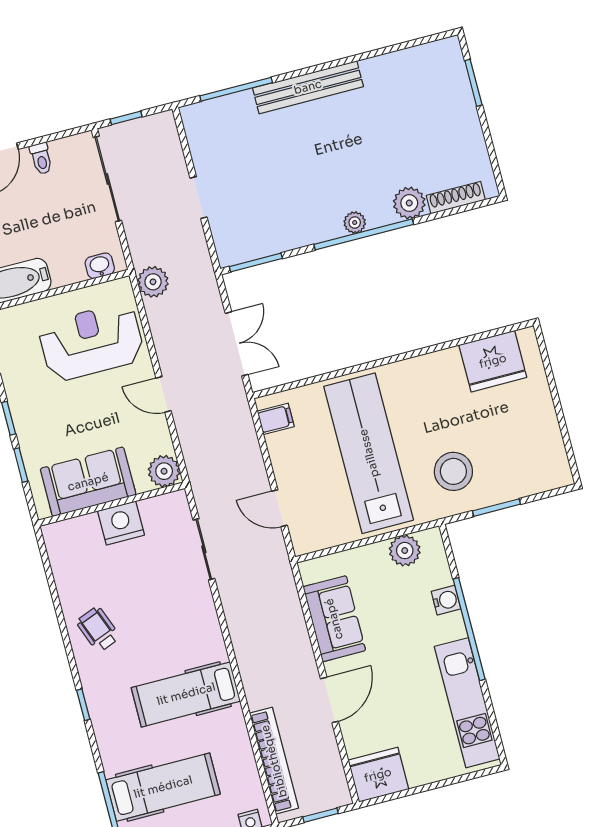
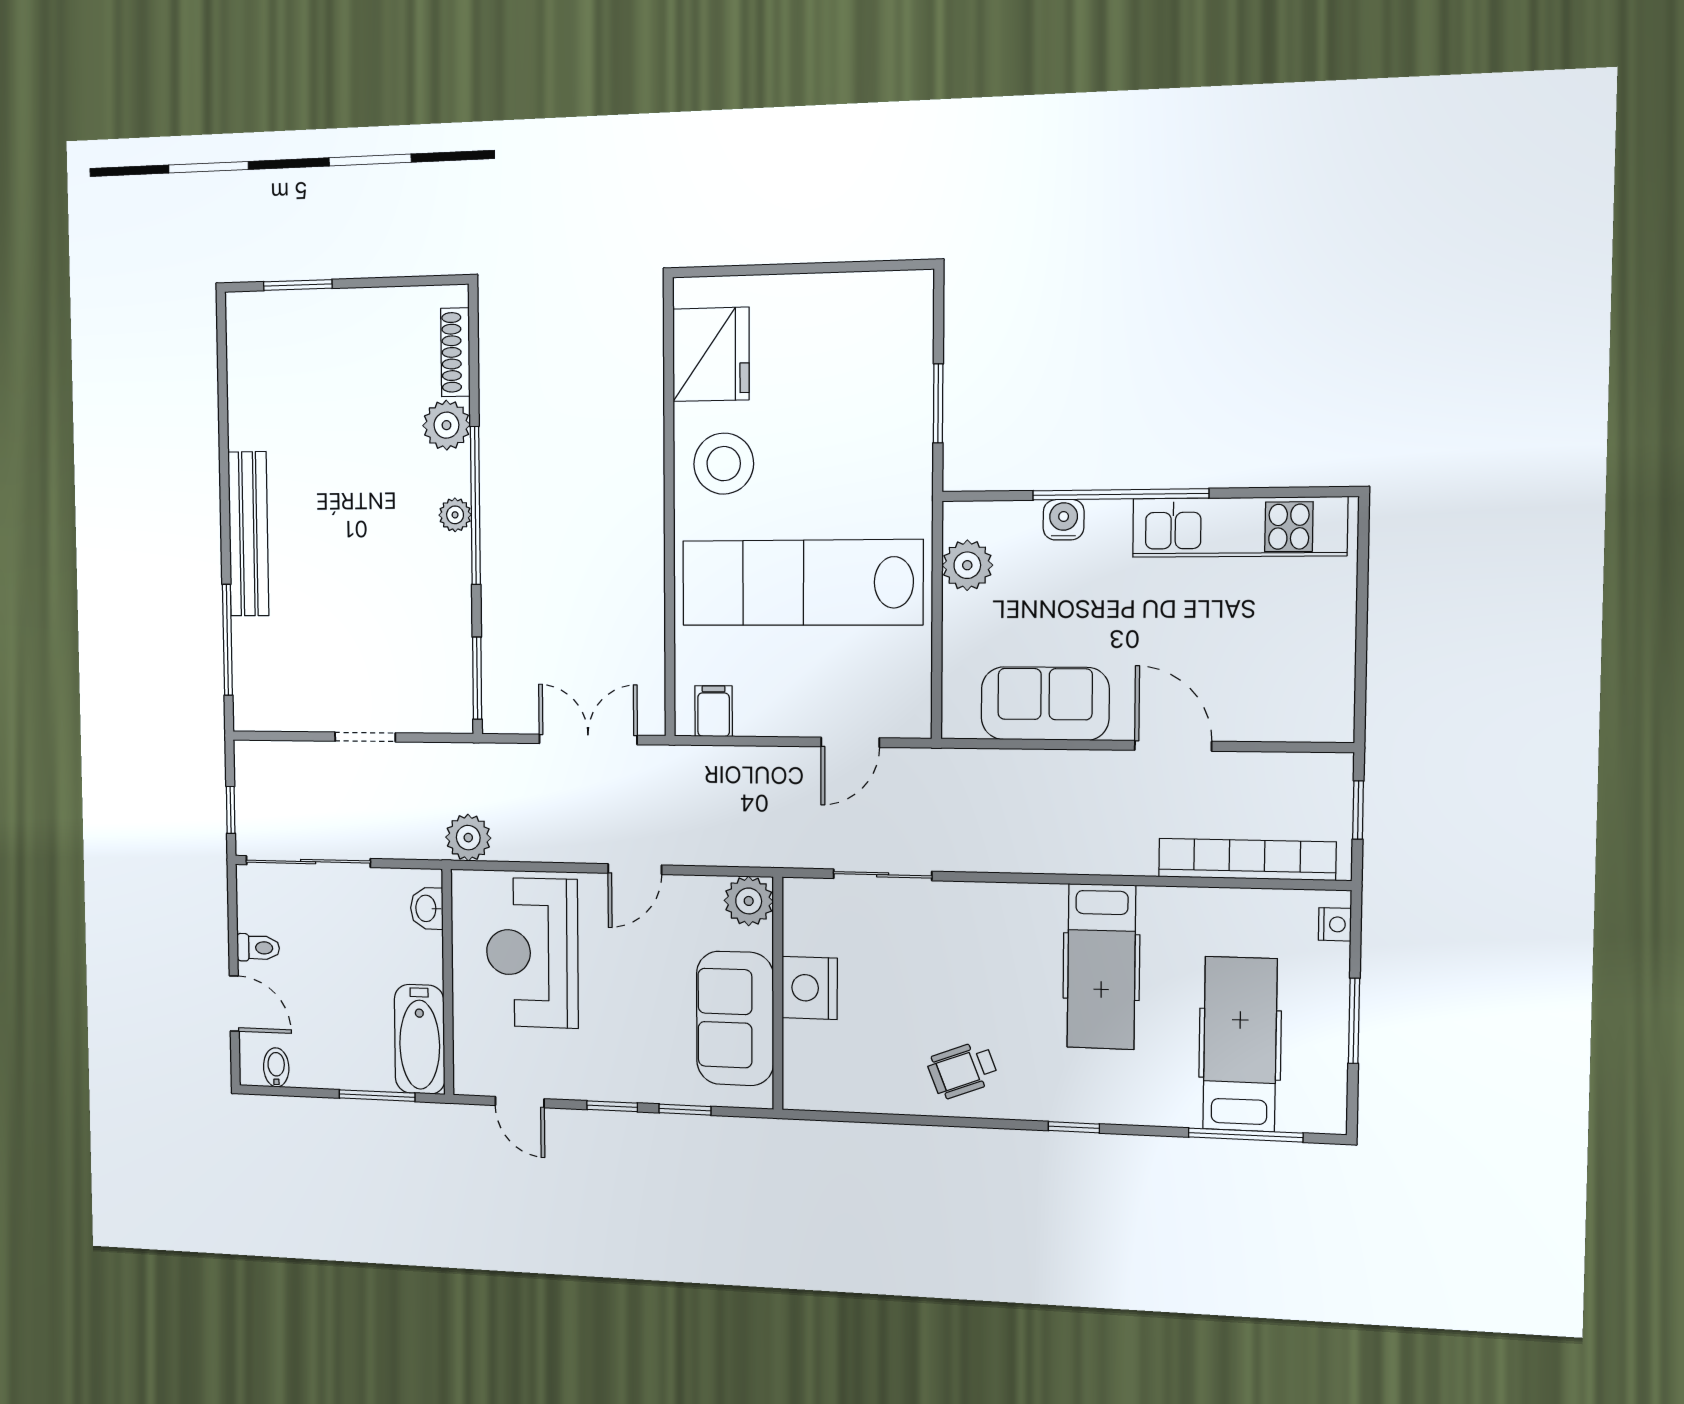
stool: (453, 471) -> (724, 464), moved
fridge: (378, 775) -> (1318, 700), removed

